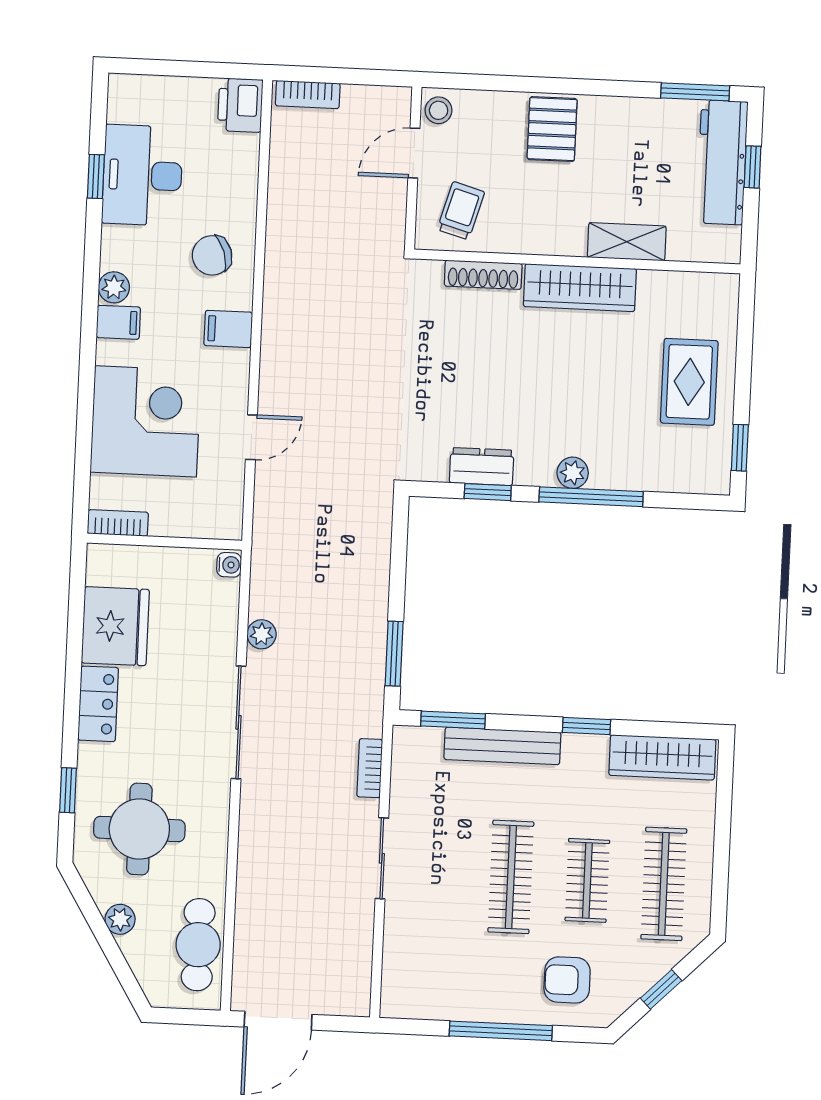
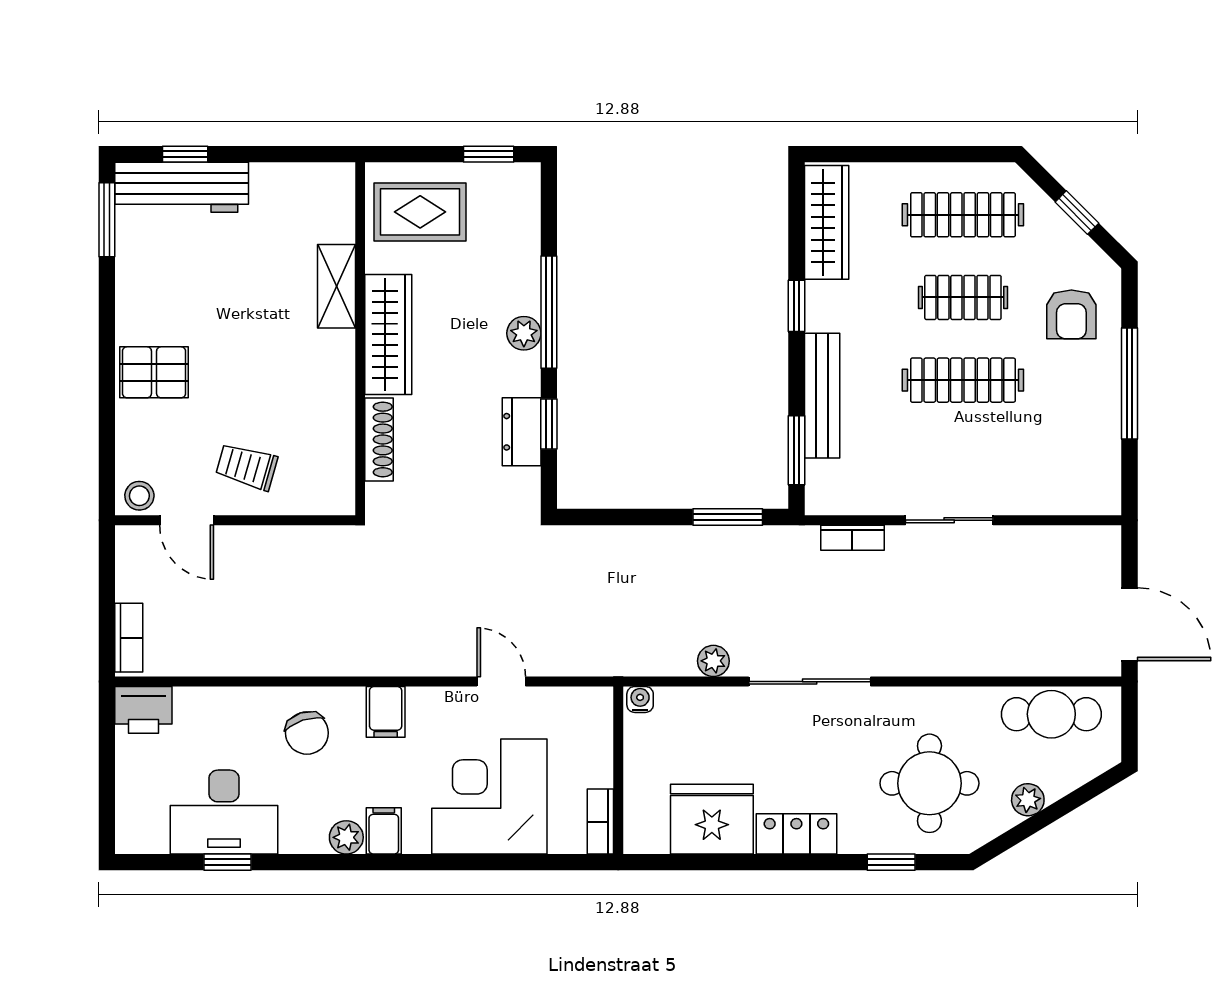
shelving: (627, 242) -> (336, 286), moved
wall: (577, 261) -> (360, 339), moved
shoe rack: (483, 275) -> (379, 439), moved
wardrobe: (580, 288) -> (388, 334), moved

